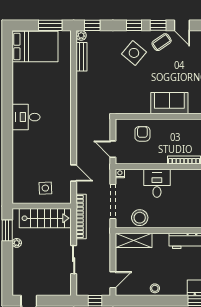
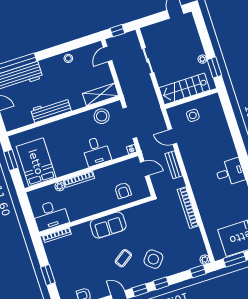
coffee table: (162, 42) -> (123, 258), moved
bench: (81, 57) -> (174, 165), moved
bookcase: (81, 216) -> (188, 208), moved

